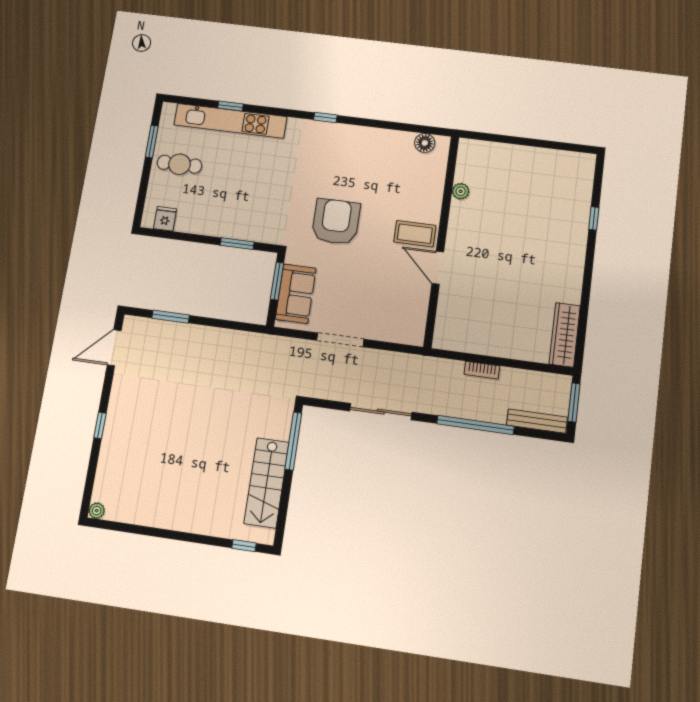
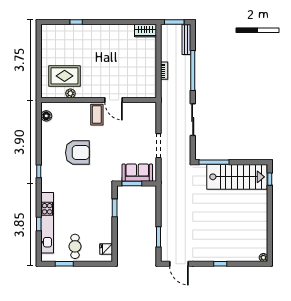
rug: (495, 185) -> (65, 76), added
armchair: (336, 222) -> (77, 153), moved, turned 180
door: (438, 268) -> (113, 100), hinge flipped
wardrobe: (565, 335) -> (145, 30), width x0.67
stairs: (267, 483) -> (237, 177), width x1.36, depth x1.51

